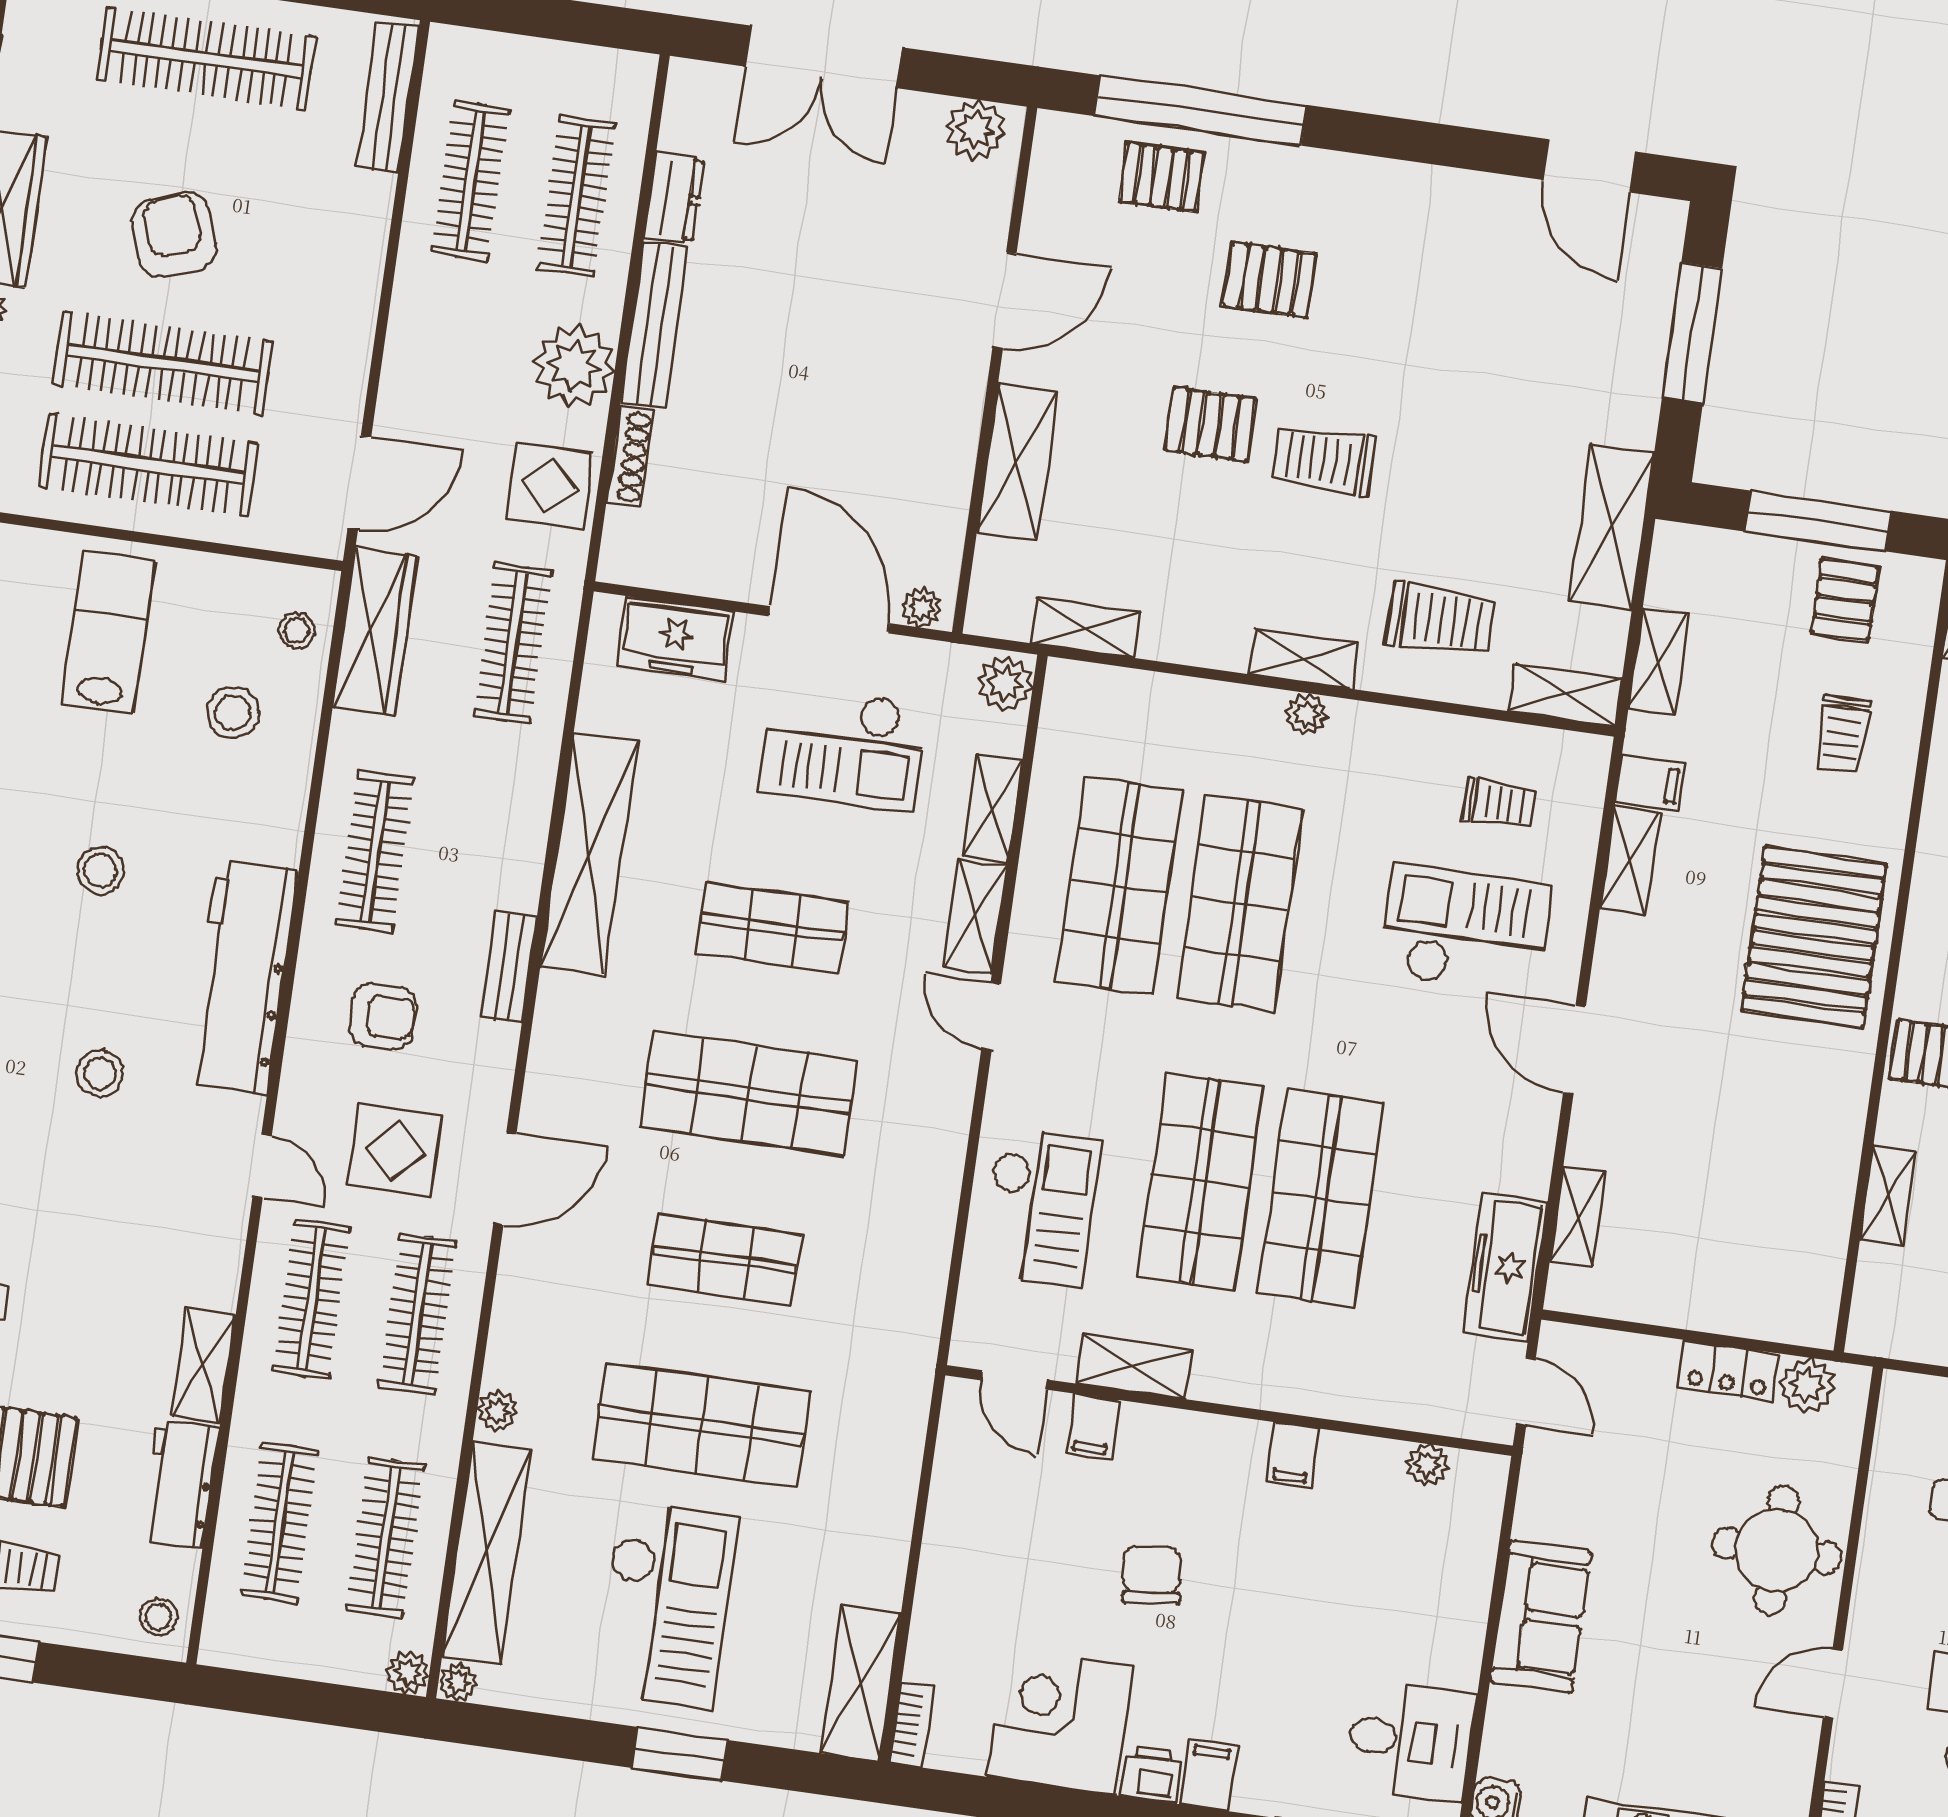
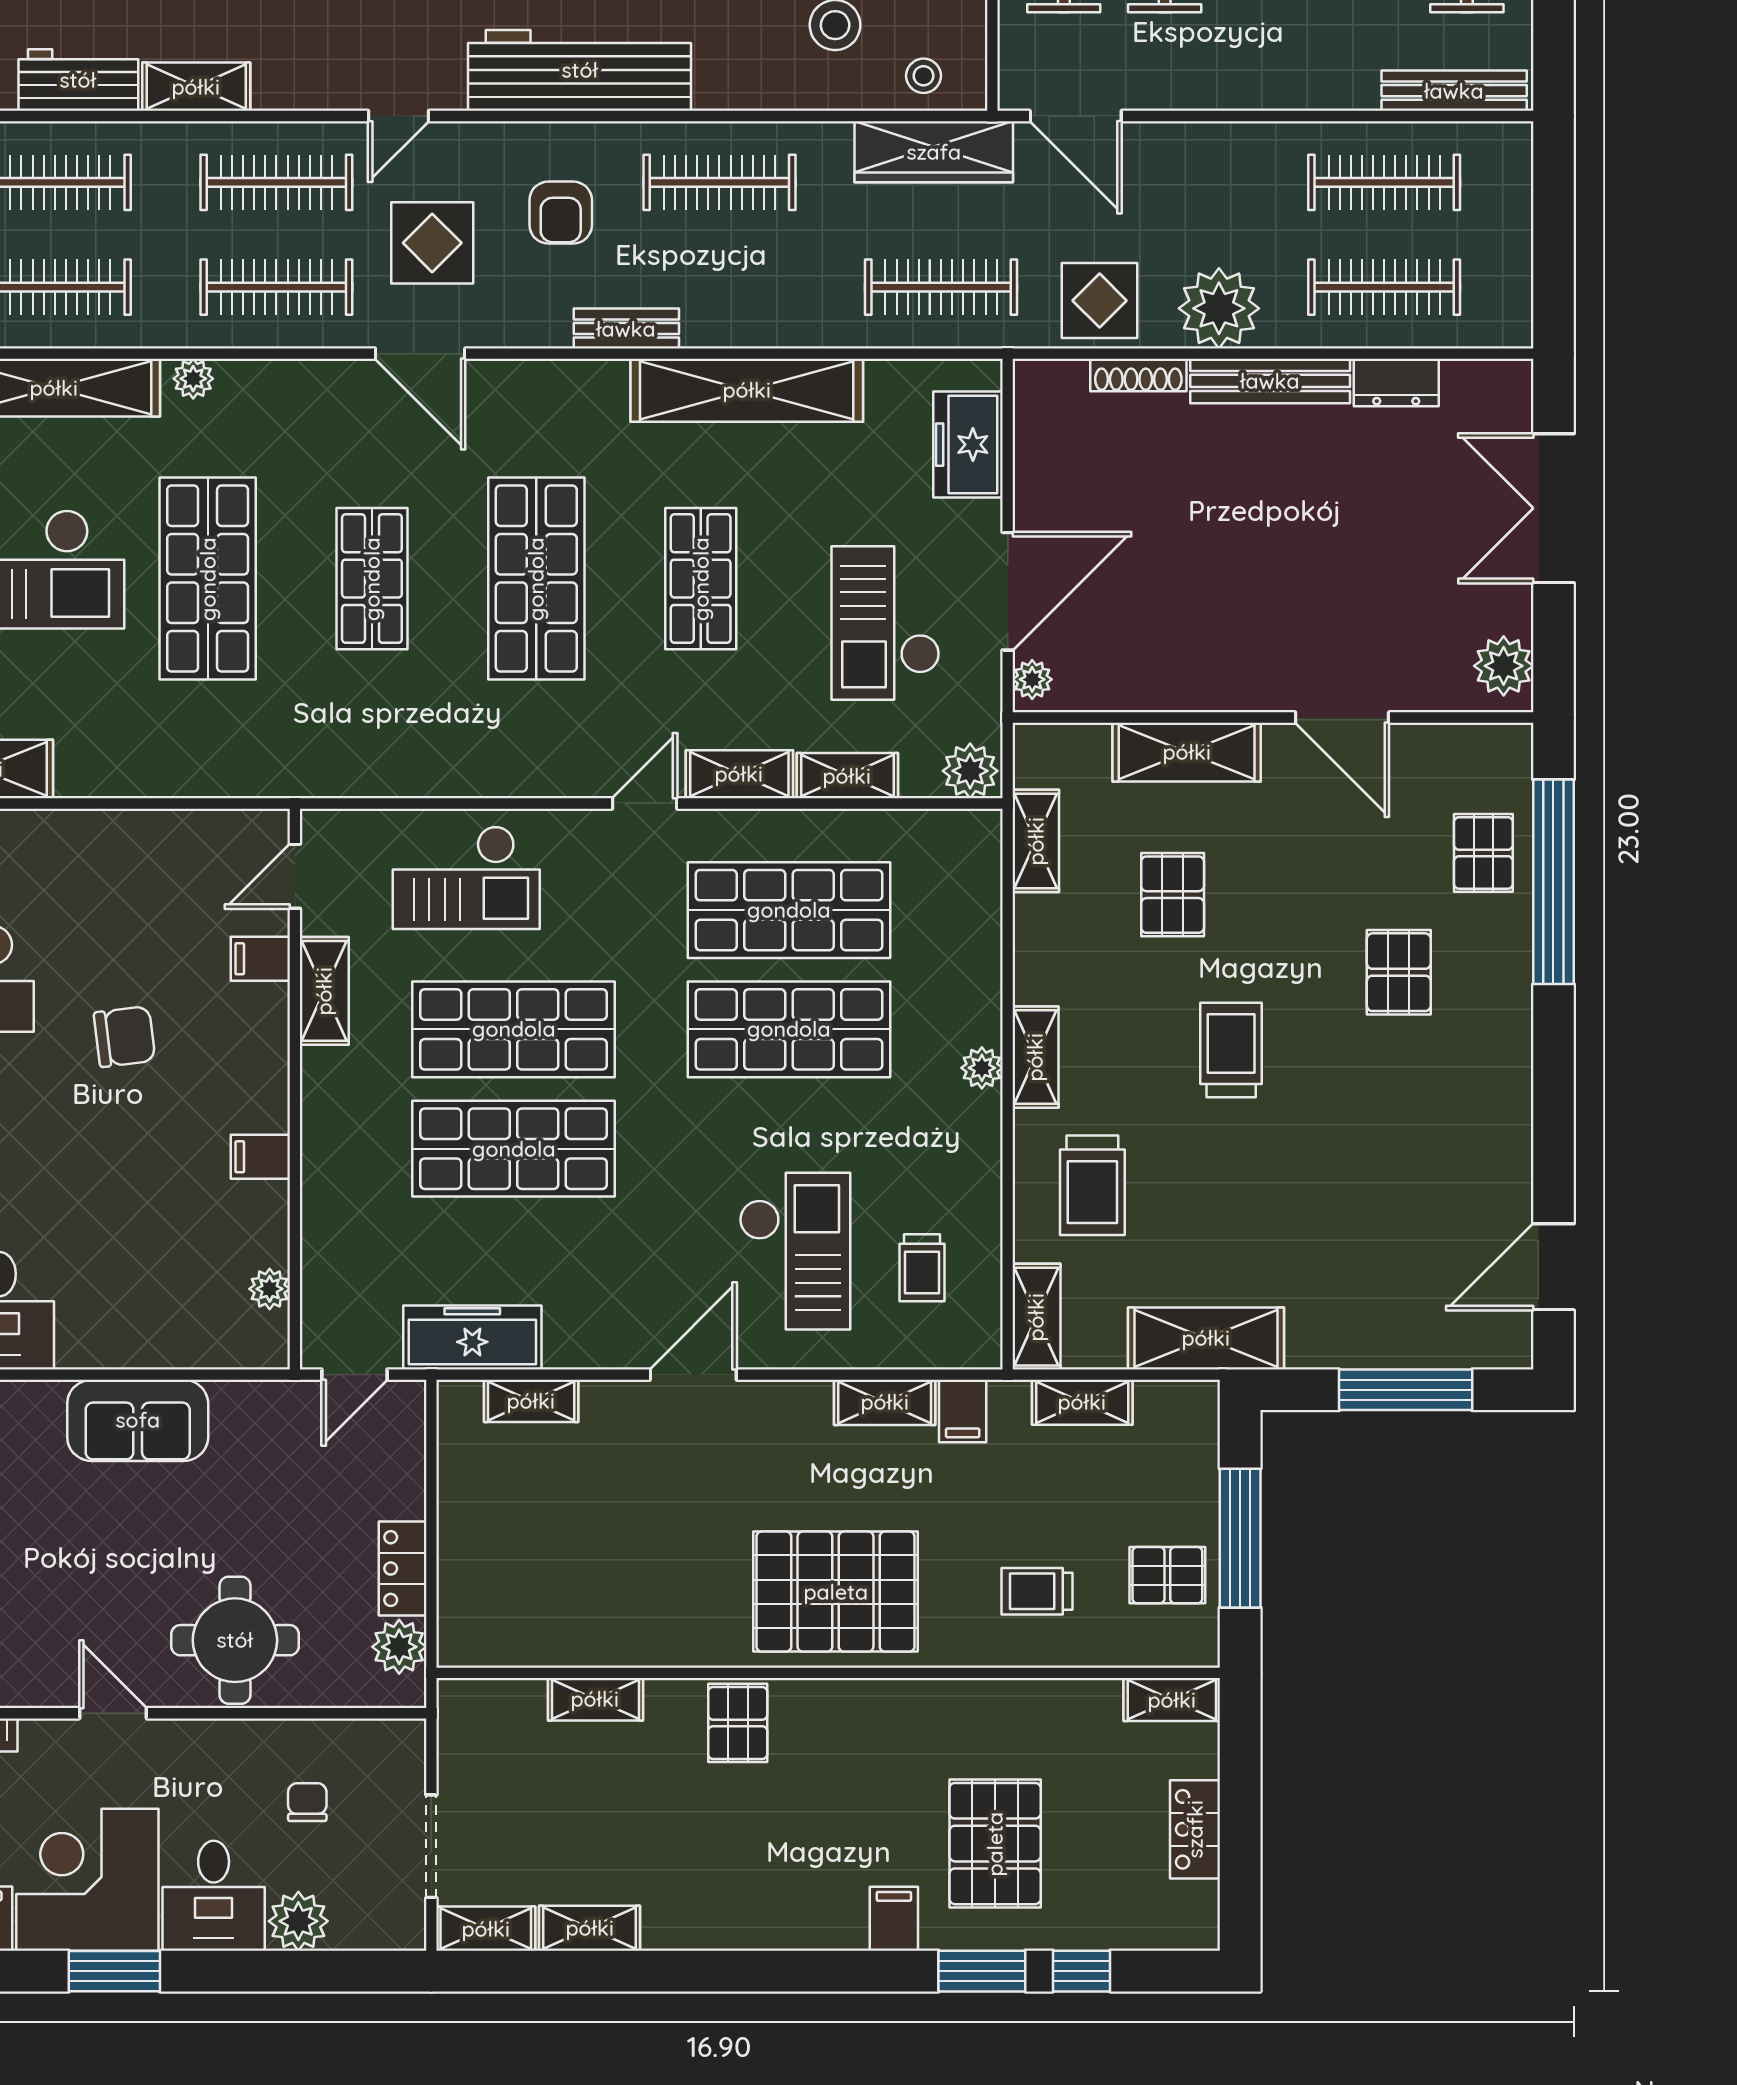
pallet: (1210, 424) -> (1173, 895), moved

